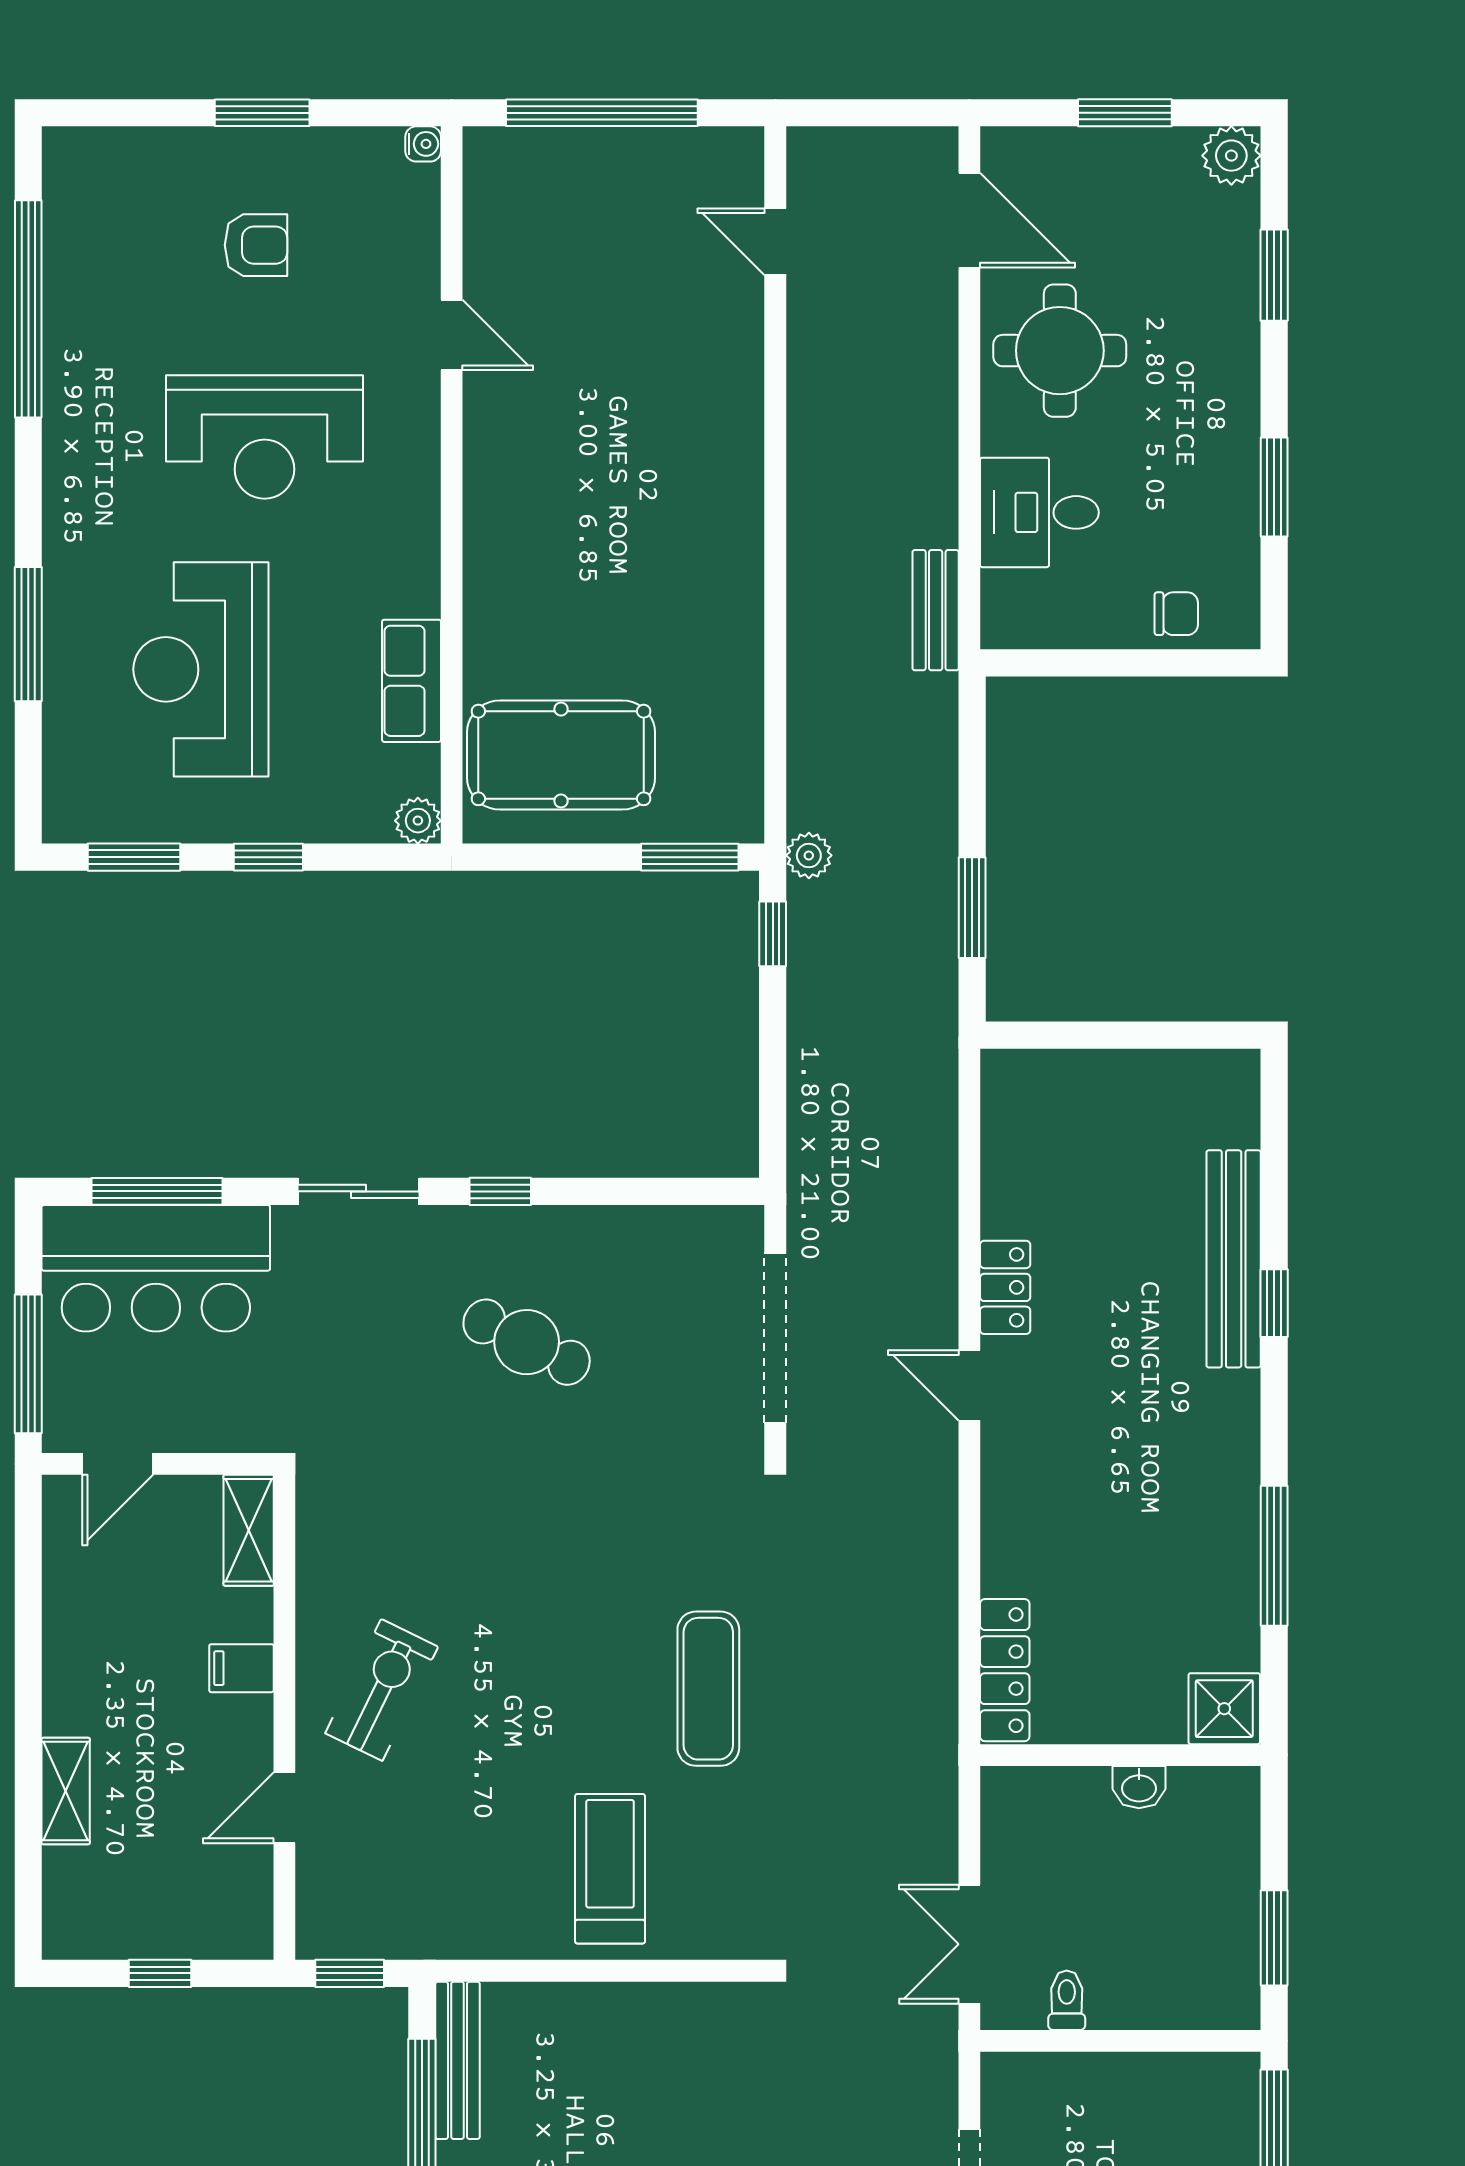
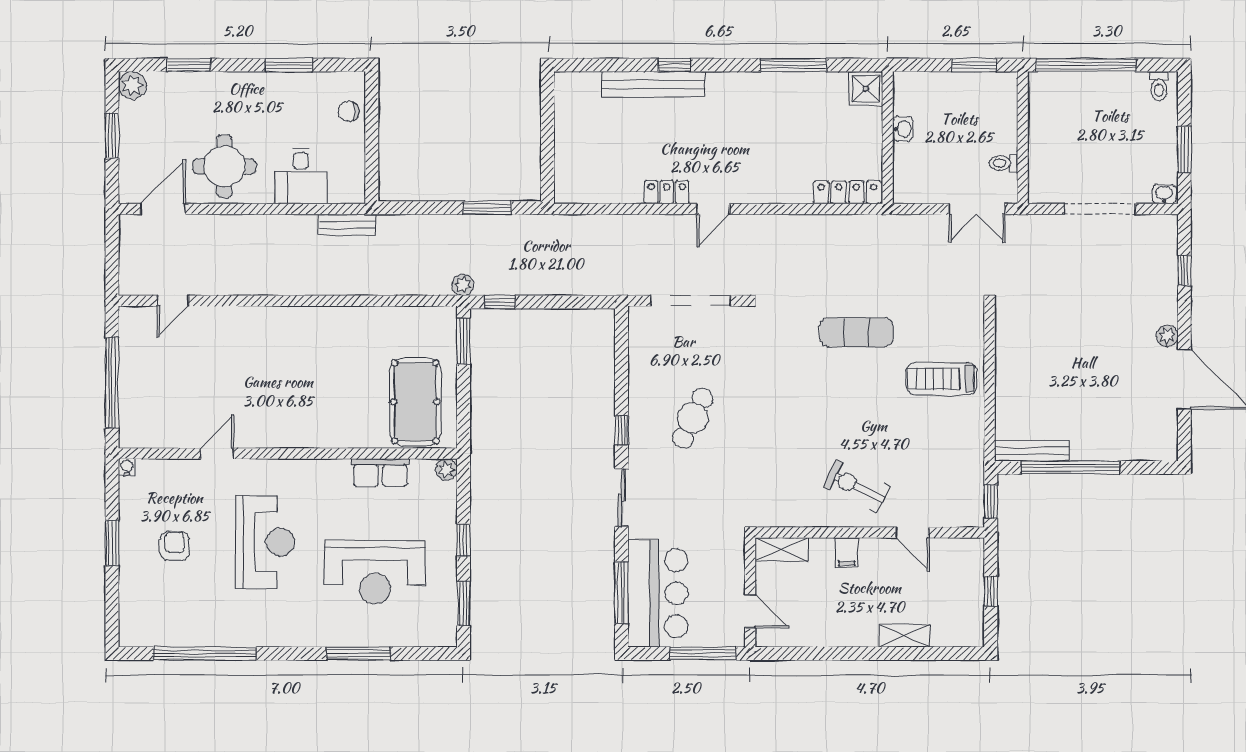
chair: (1176, 614) -> (349, 111), turned -90

